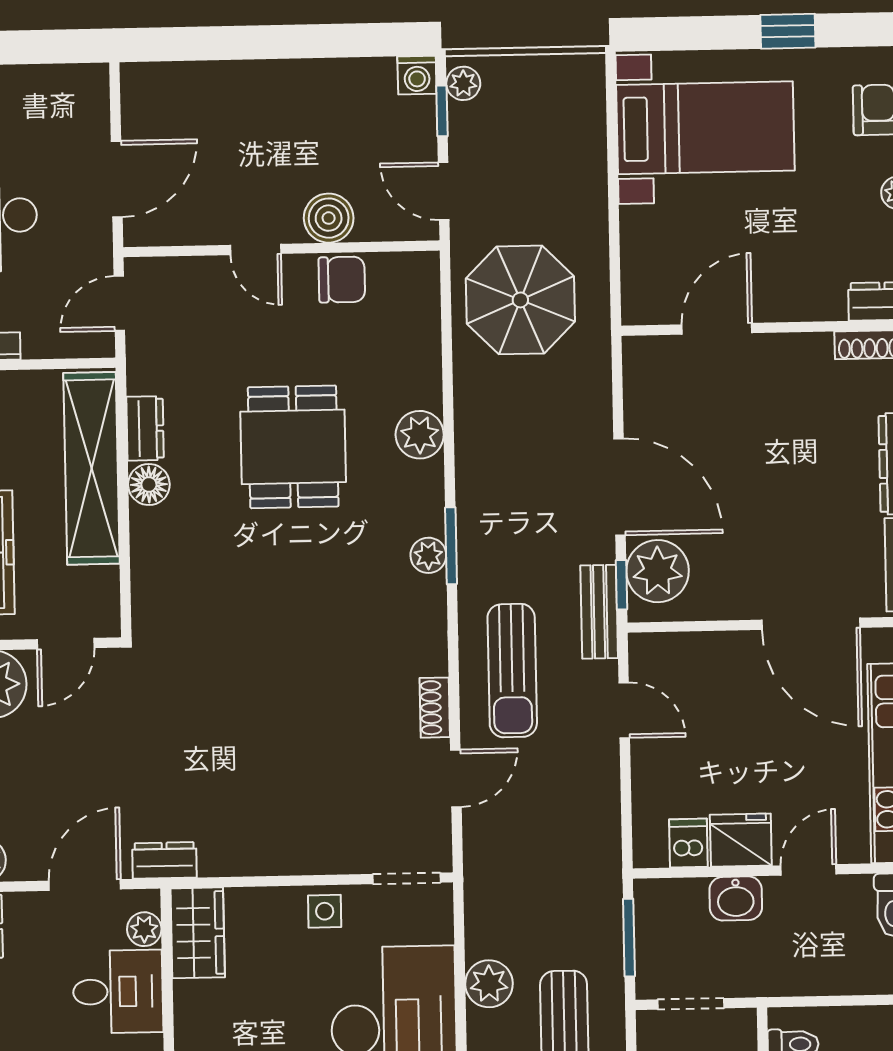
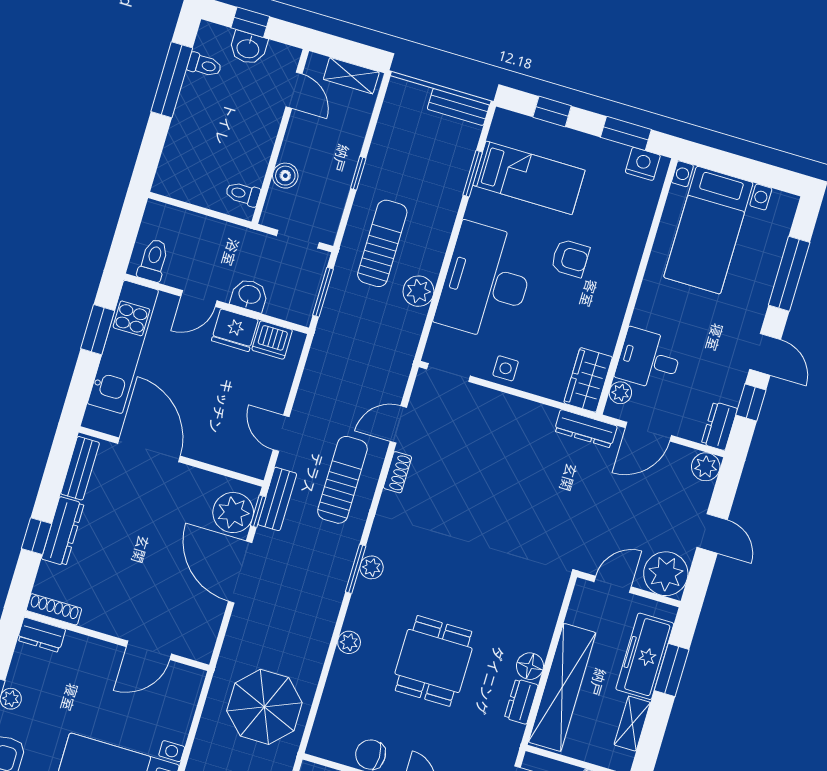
plant: (420, 435) -> (349, 642), width x0.73, depth x0.73
dishwasher: (688, 843) -> (272, 340), width x1.38
dresser: (164, 860) -> (586, 429), width x1.44

